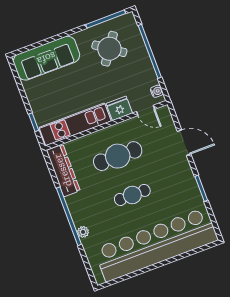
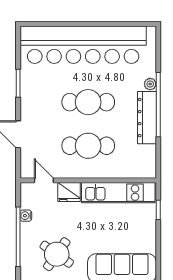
water cooler: (157, 91) -> (26, 216), moved
dresser: (63, 170) -> (147, 118), moved
cafe table: (132, 195) -> (88, 102), width x1.37, depth x1.35

